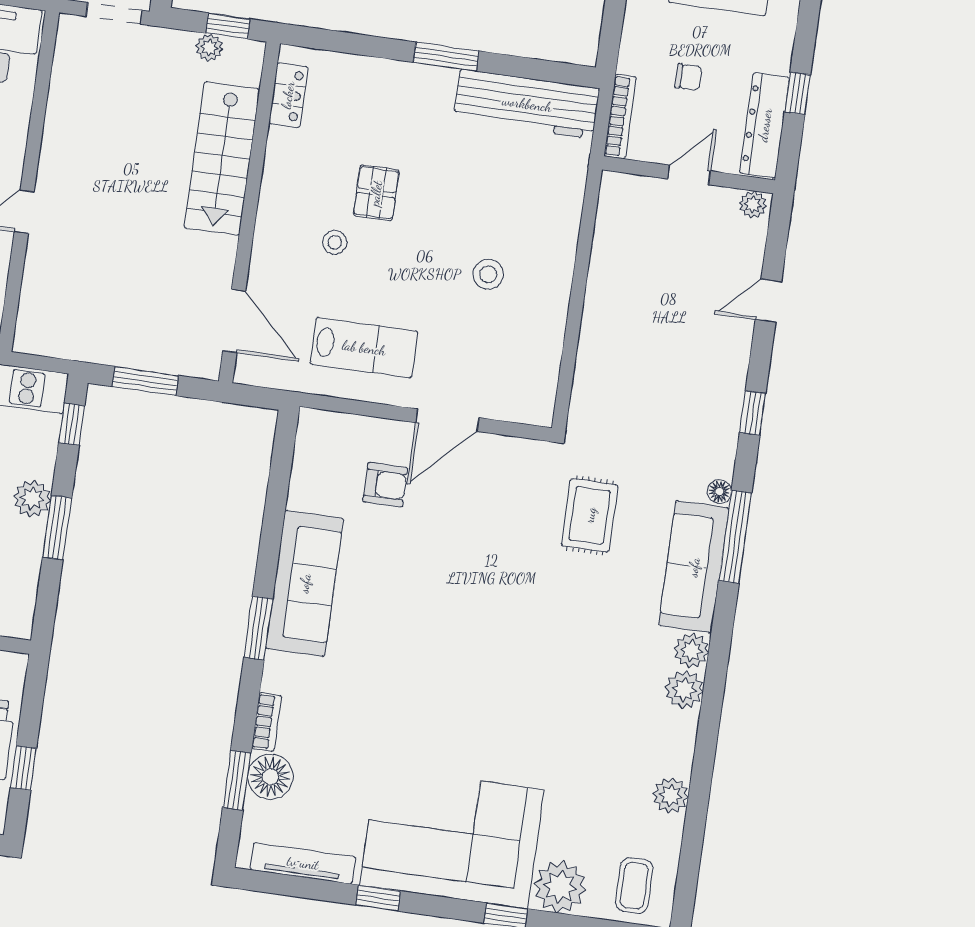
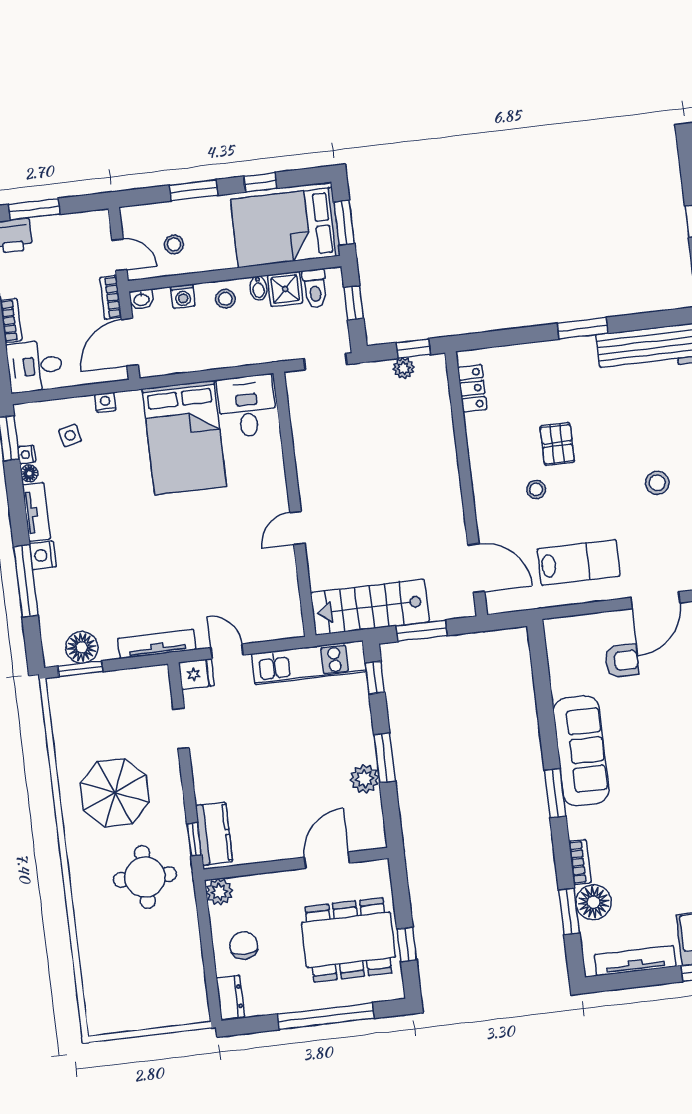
stairs: (222, 158) -> (370, 607), moved, turned 90
plant: (32, 499) -> (365, 779), moved

